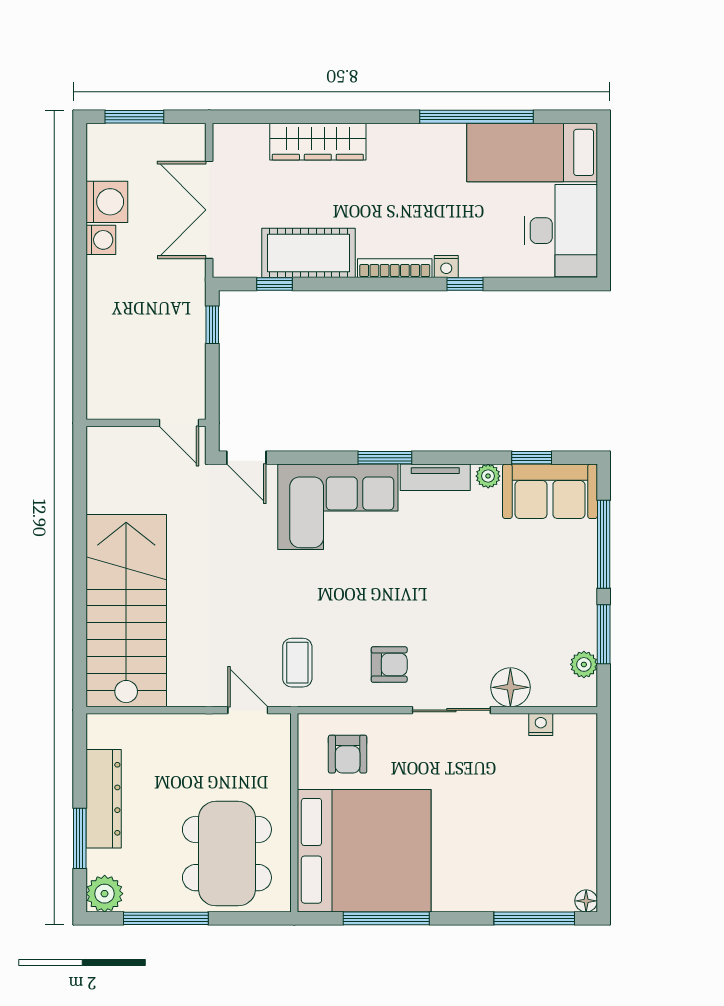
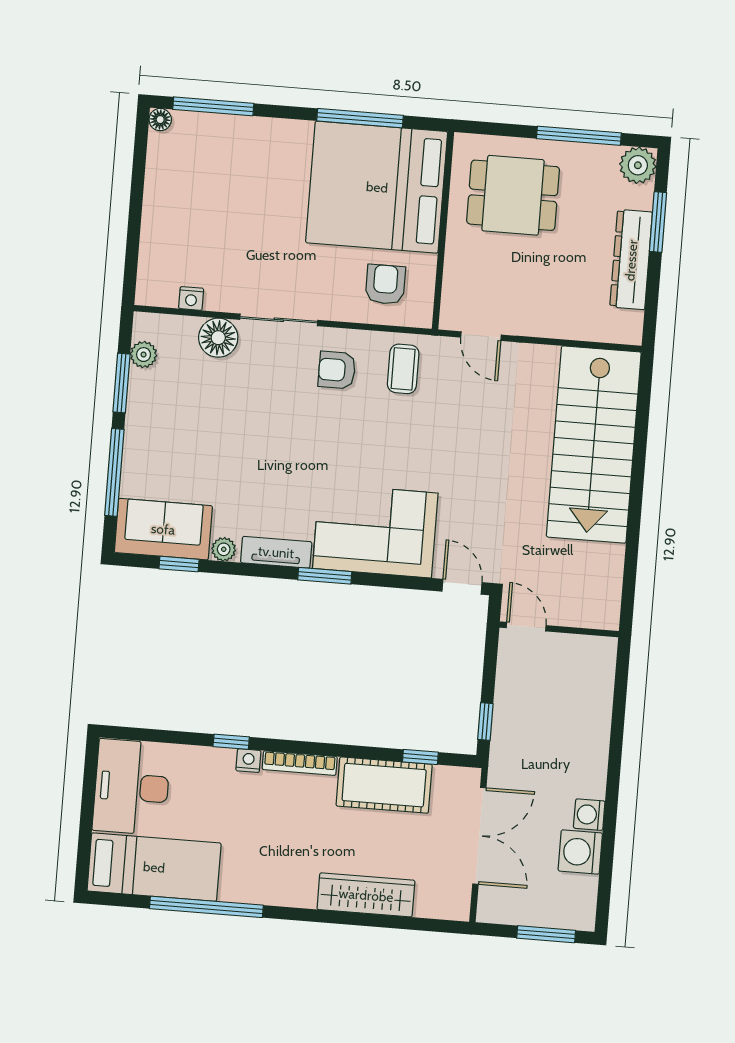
coffee table: (297, 663) -> (403, 369), moved
dining table: (227, 854) -> (513, 195), width x0.73

